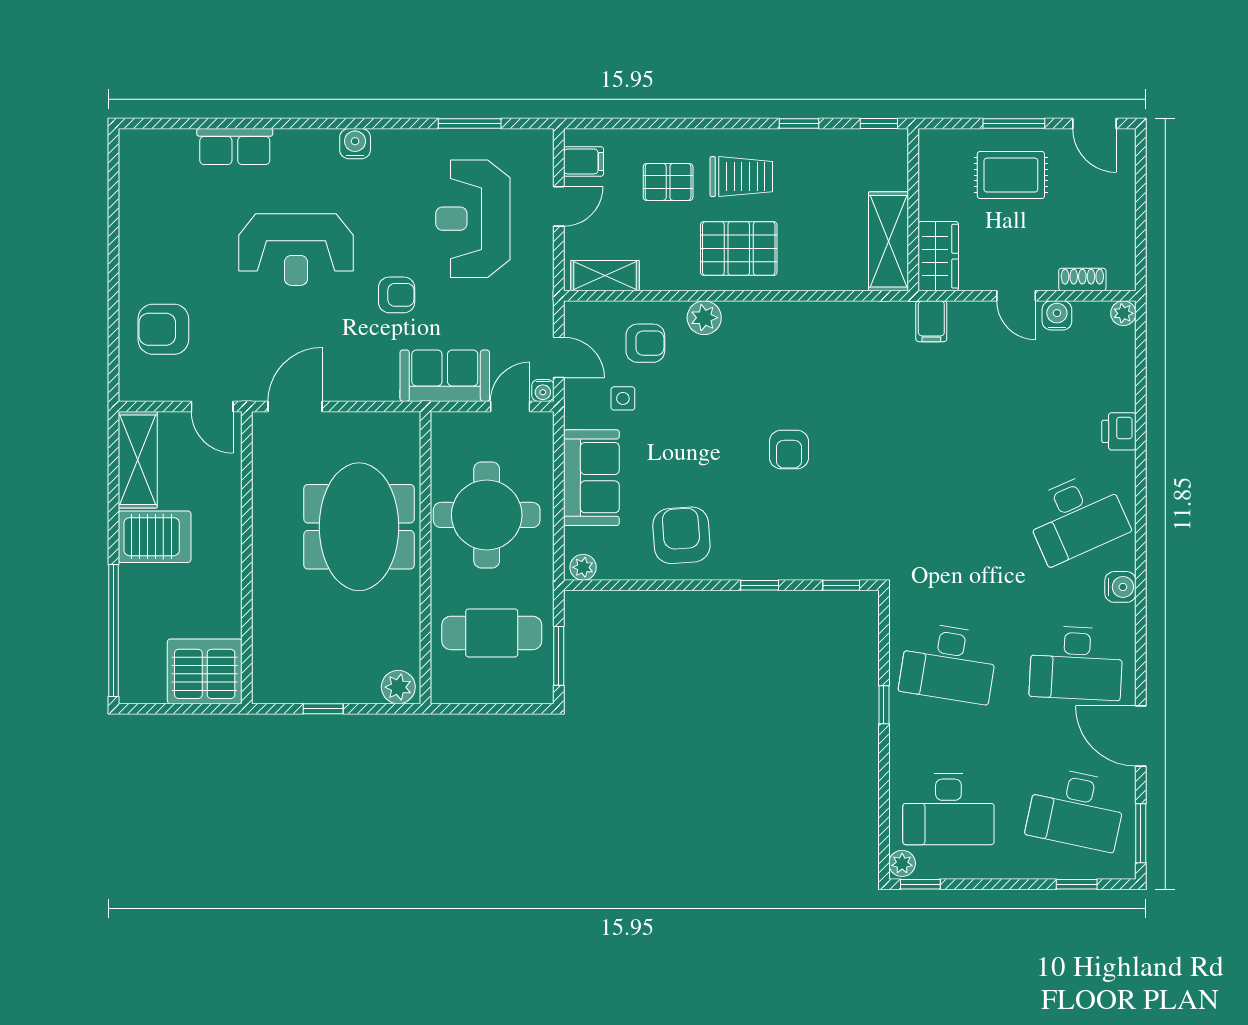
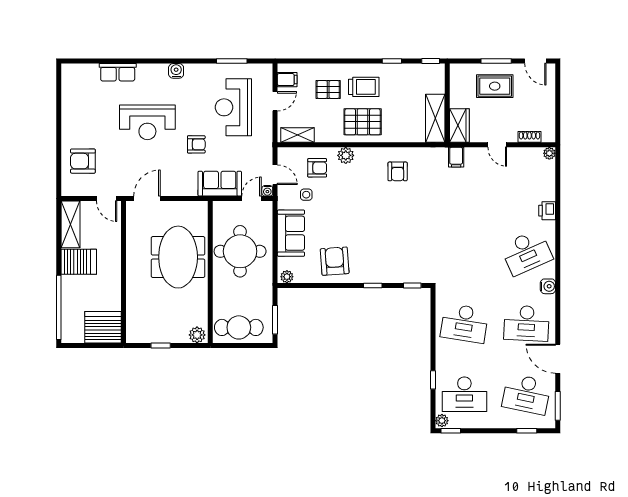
water cooler: (1057, 315) -> (517, 154), removed
armchair: (789, 449) -> (398, 171), moved
cafe table: (492, 633) -> (239, 327), moved
window: (884, 705) -> (433, 380), moved

